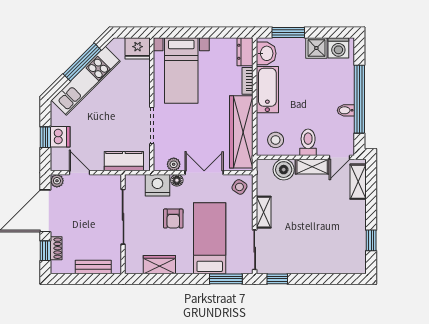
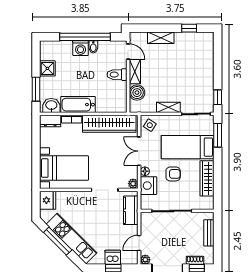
washing machine: (338, 48) -> (81, 48), moved, turned 90
stool: (276, 140) -> (115, 99), removed
plant: (174, 164) -> (133, 184), moved
shelving: (358, 182) -> (161, 38), moved
wardrobe: (159, 265) -> (207, 178), width x1.50

